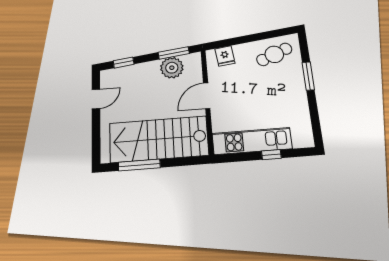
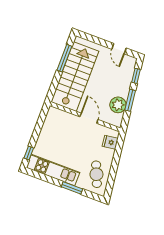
window: (174, 53) -> (130, 100), moved
kitchen unit: (252, 141) -> (53, 170), moved, turned -90
window: (271, 155) -> (29, 153), moved

